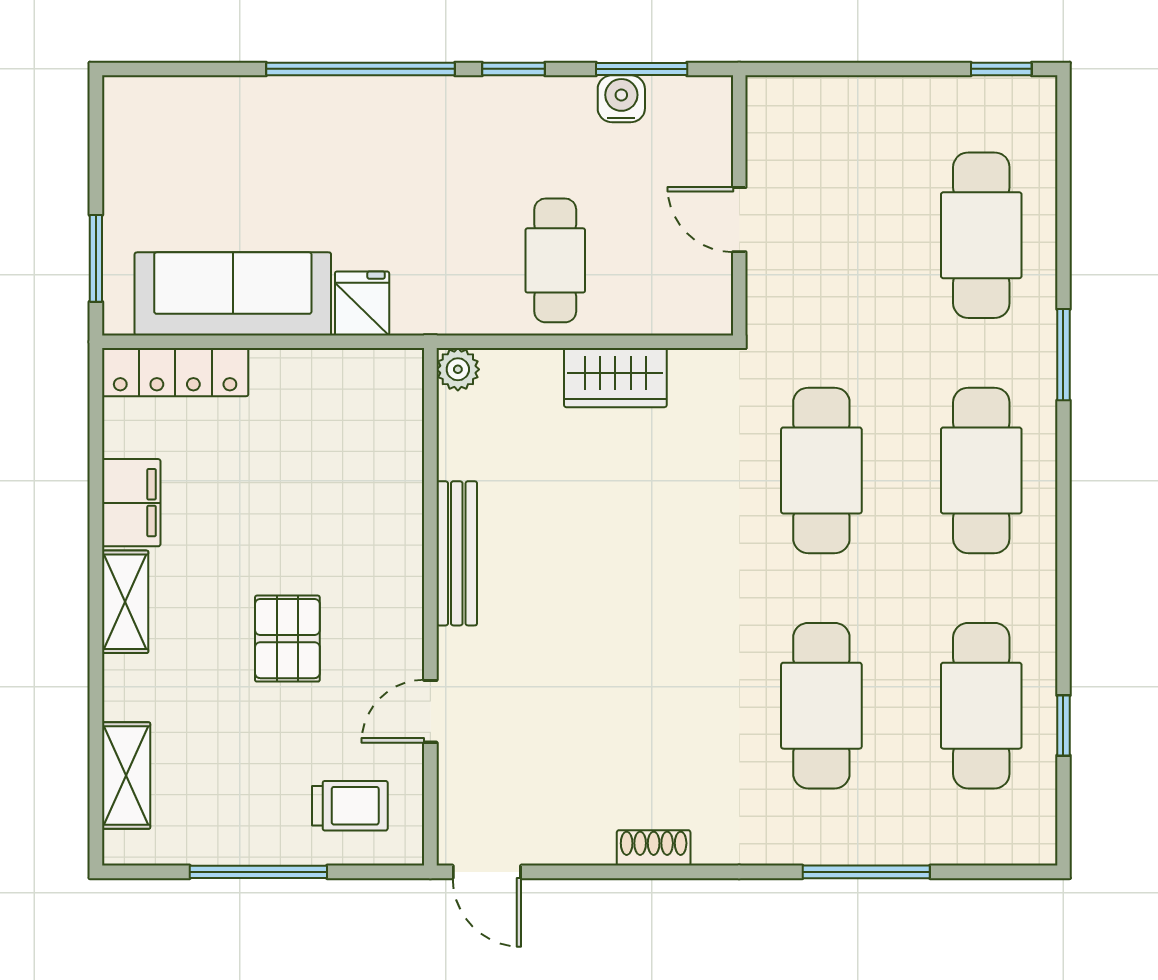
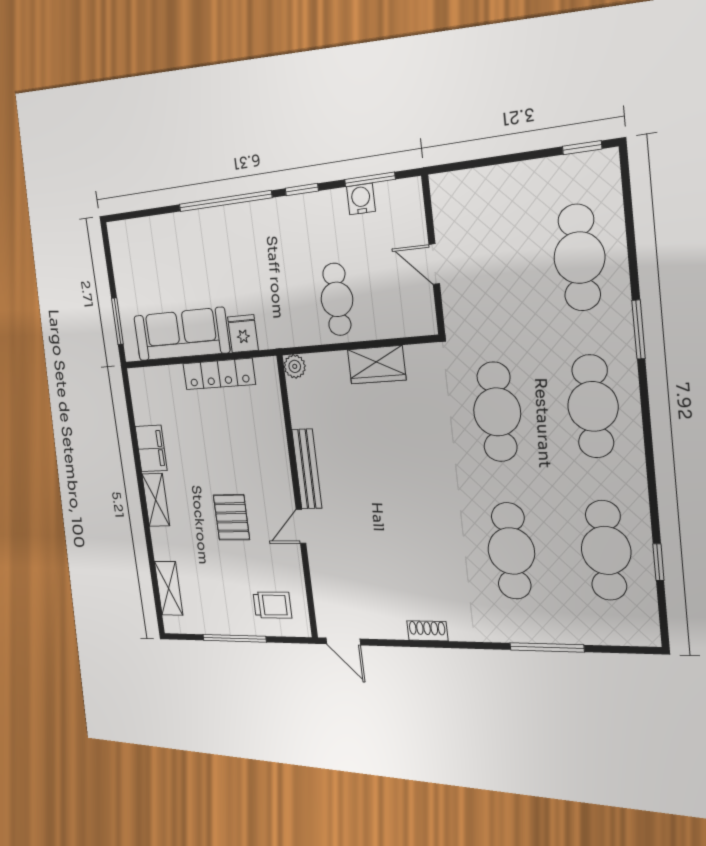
locker: (175, 372) -> (219, 374), moved
door: (430, 711) -> (301, 526), moved

